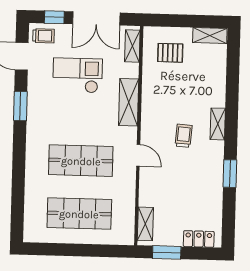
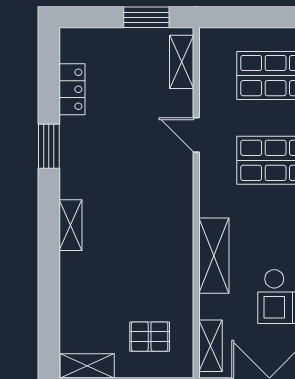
trolley: (184, 136) -> (125, 205), removed
door: (138, 155) -> (196, 135), moved
locker: (199, 239) -> (72, 89), moved, turned -90

